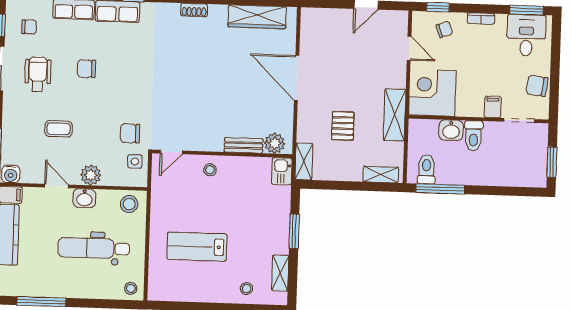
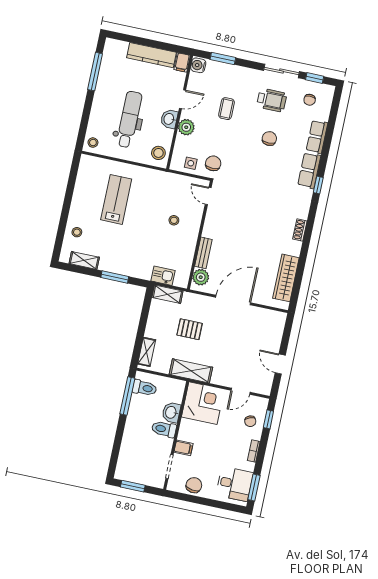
plant: (275, 143) -> (201, 277), moved
bench: (244, 145) -> (203, 253), moved
door: (171, 152) -> (208, 196), moved
wall: (222, 154) -> (200, 235), moved

